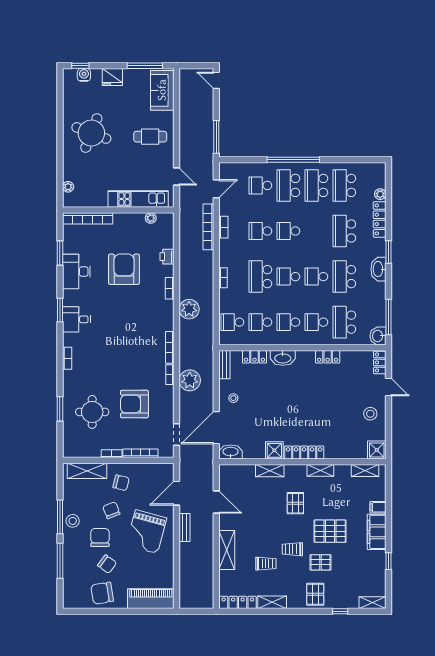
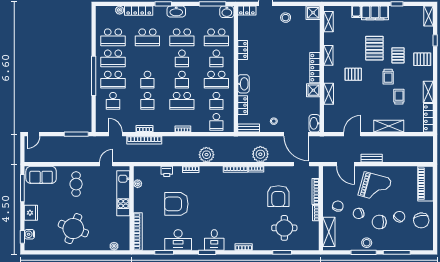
school desk: (288, 322) -> (216, 80), width x1.85

